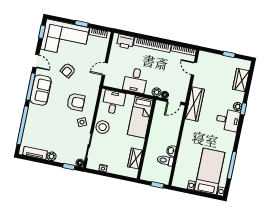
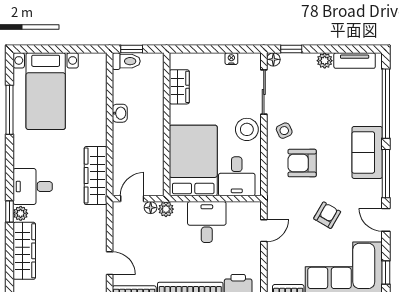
wardrobe: (241, 80) -> (24, 251), width x1.50
sofa: (41, 90) -> (367, 152), moved
wardrobe: (195, 104) -> (96, 176), moved
bed: (140, 117) -> (193, 161), width x1.50
toilet: (165, 160) -> (126, 61), moved

